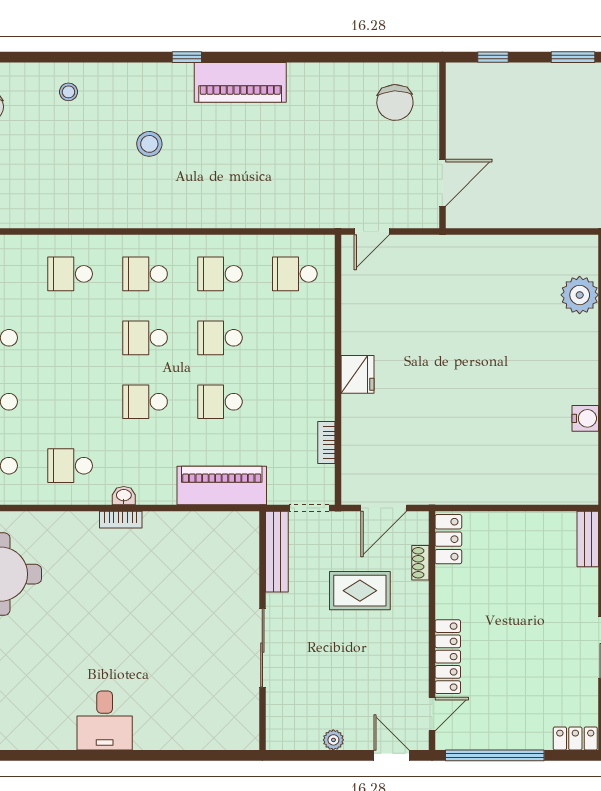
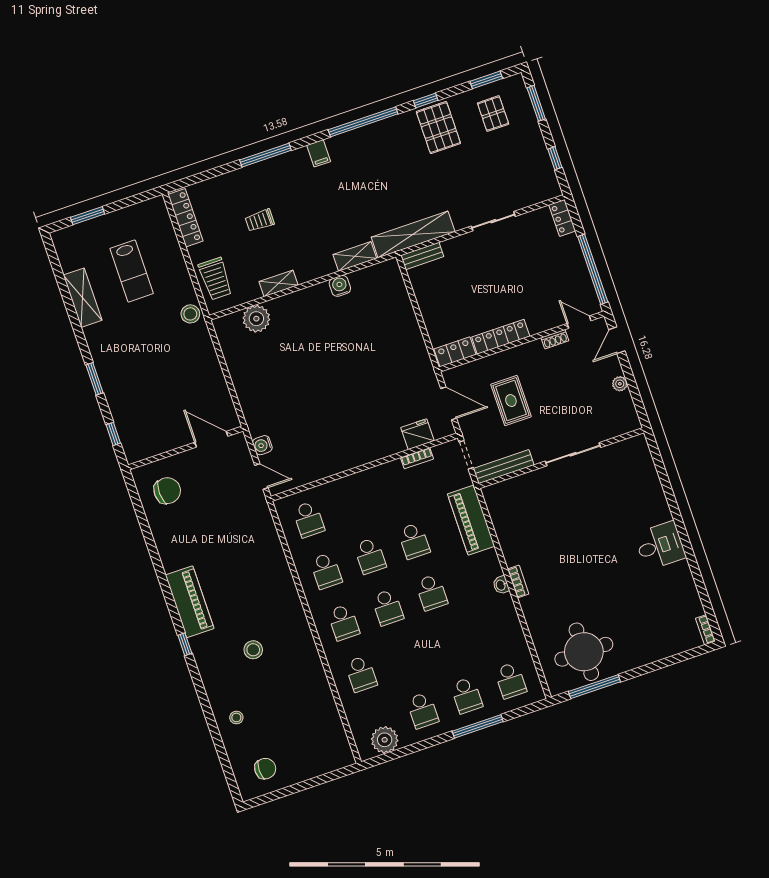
water cooler: (412, 247) -> (262, 445), added
fridge: (357, 374) -> (417, 434), moved
school desk: (70, 466) -> (493, 629), removed
shoe rack: (420, 563) -> (555, 339), moved
locker: (448, 657) -> (501, 337), moved

